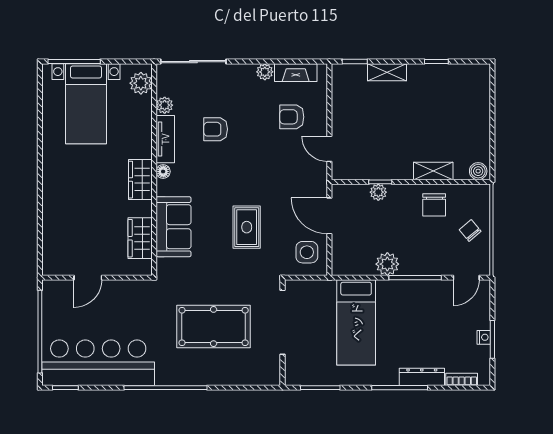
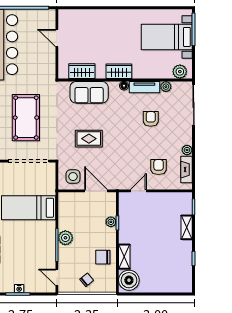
boiler: (478, 171) -> (129, 280), width x1.86, depth x1.86
door: (329, 216) -> (96, 191), hinge flipped
plant: (387, 264) -> (65, 238), moved

